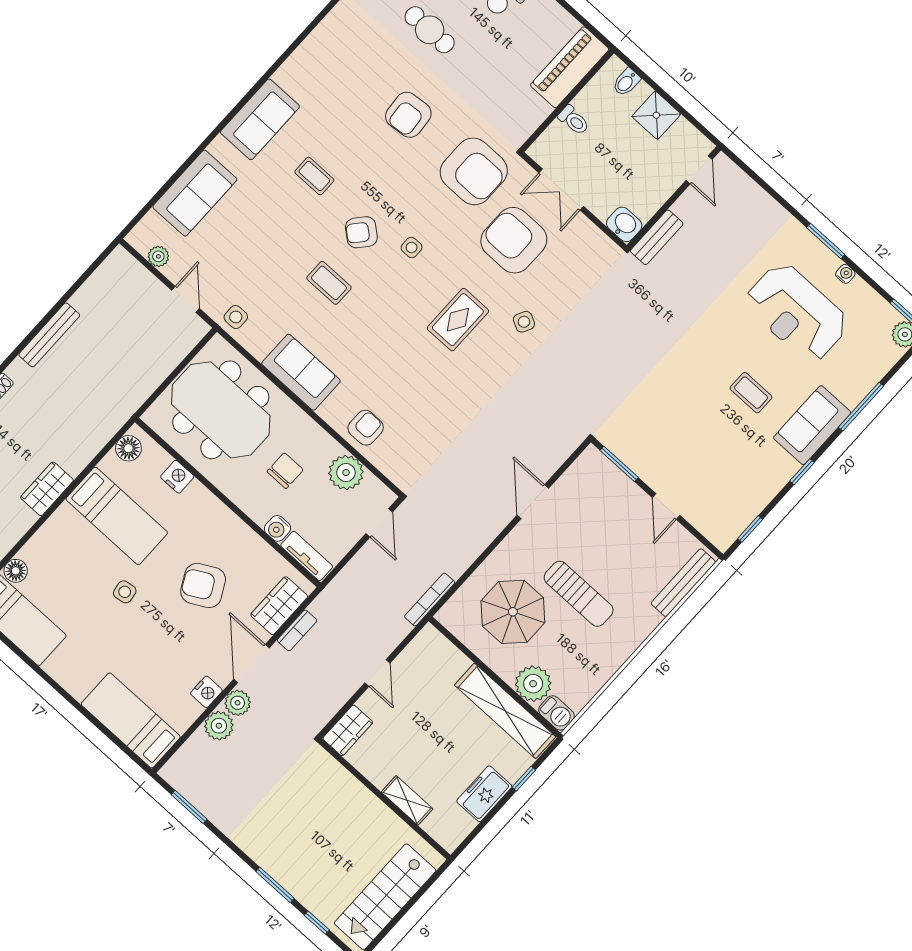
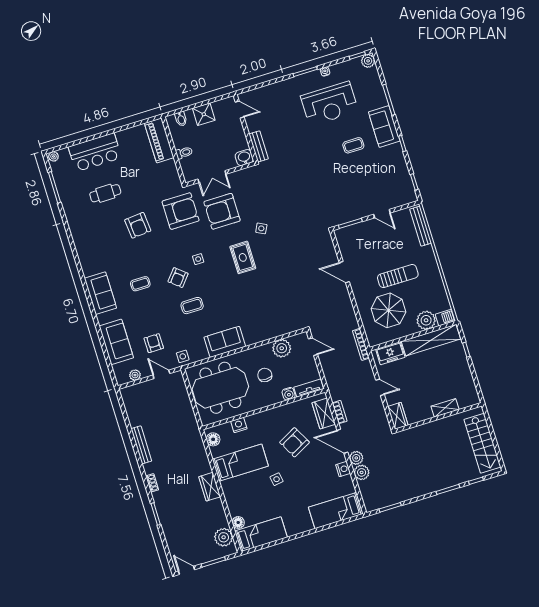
armchair: (366, 428) -> (154, 343), moved
freezer: (484, 794) -> (390, 353), moved, turned -90

